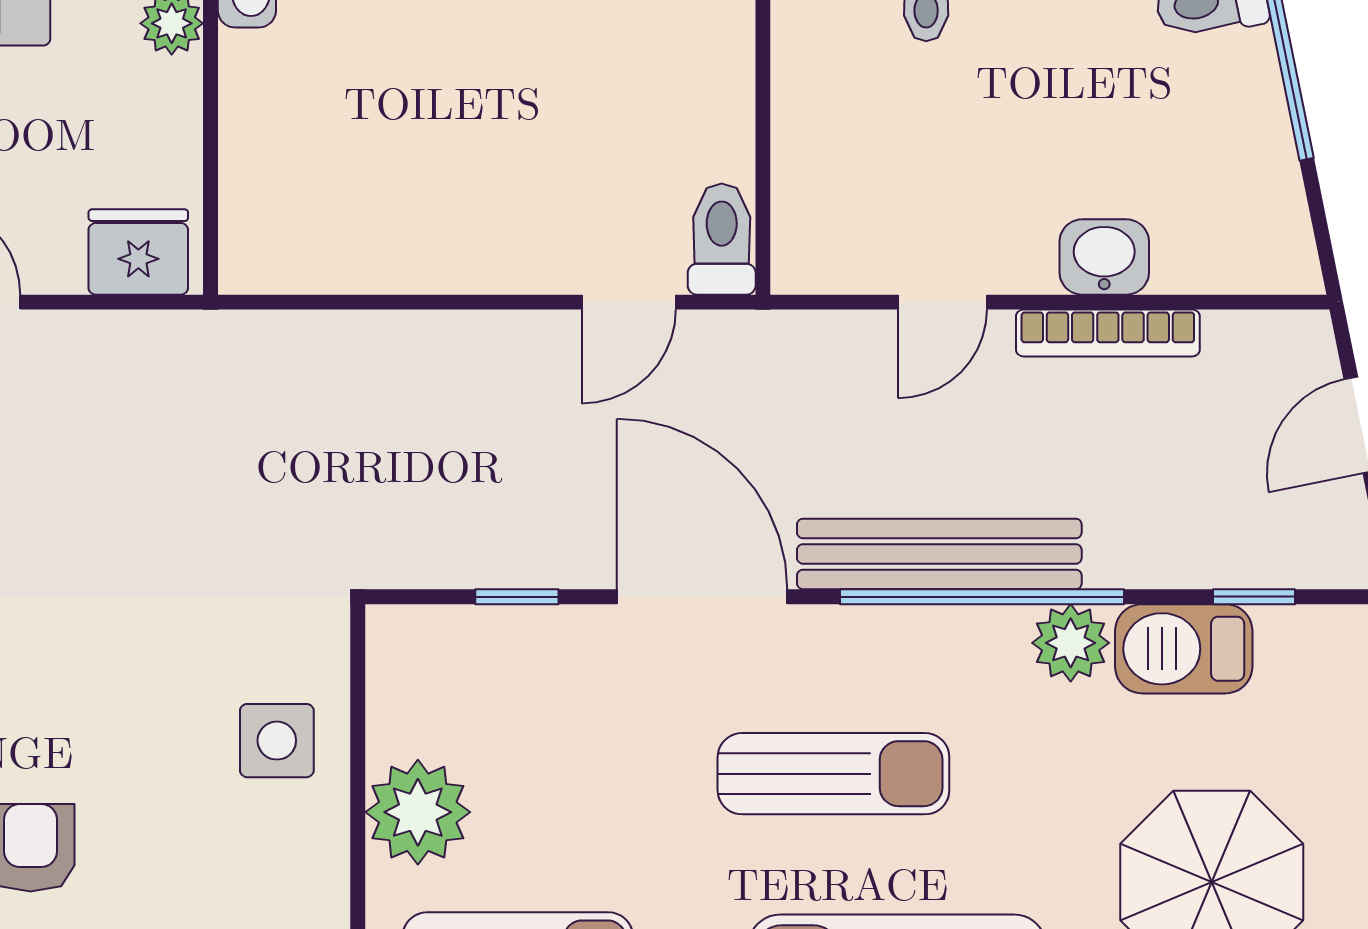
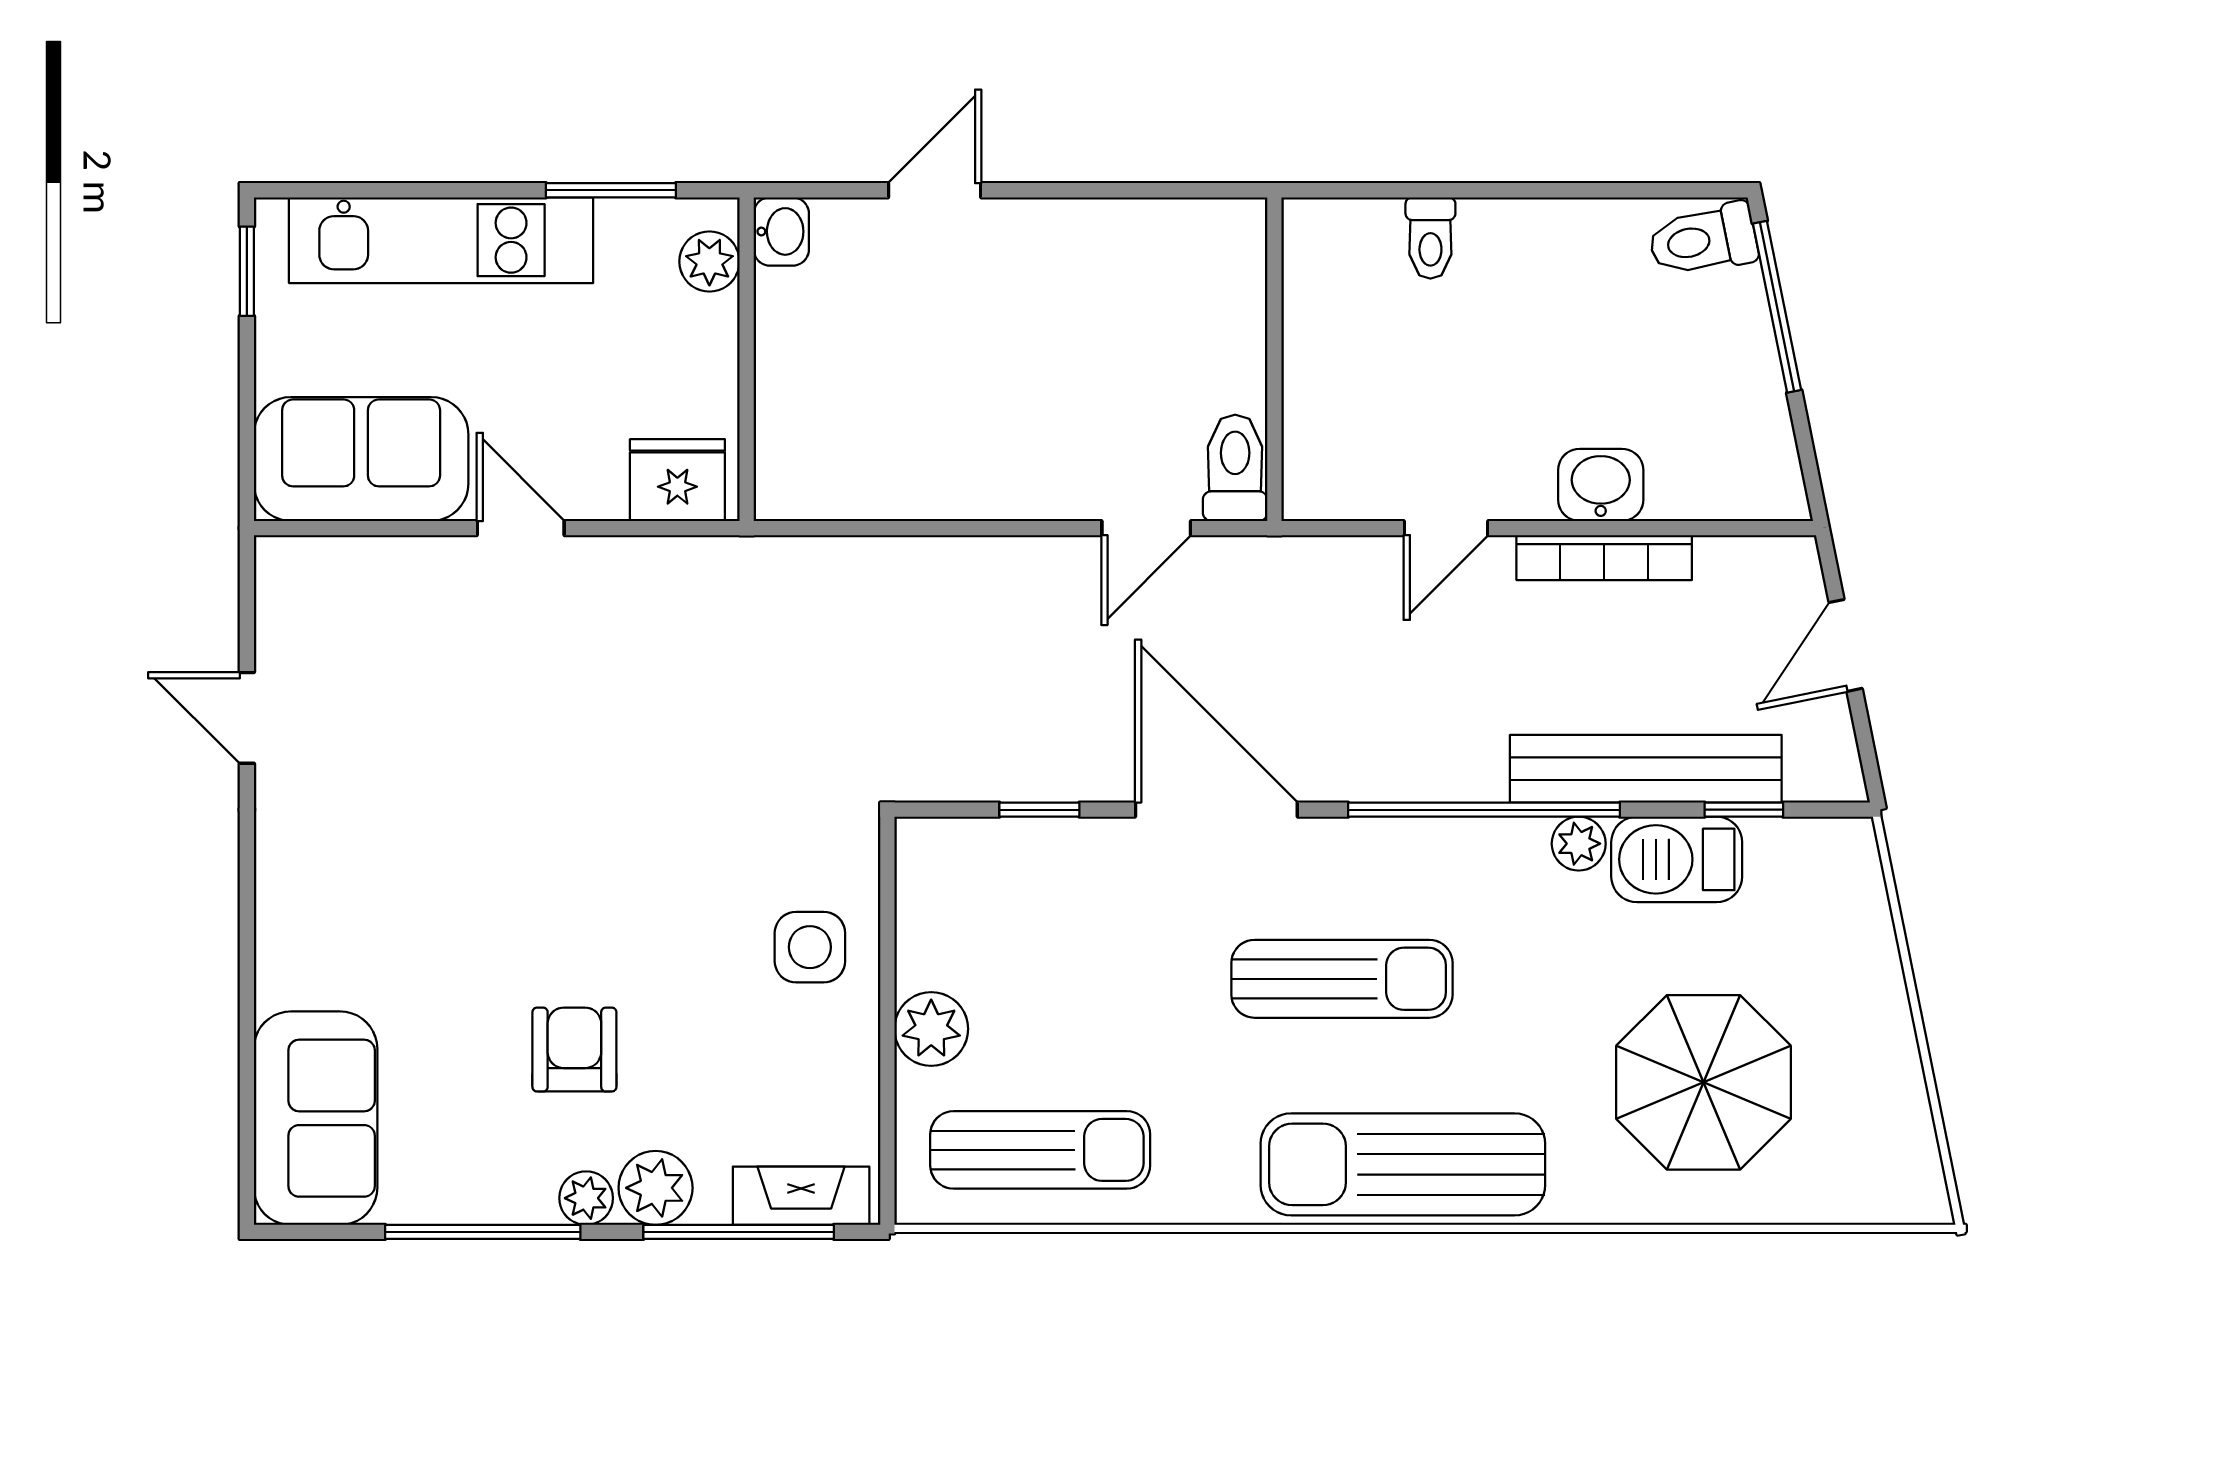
bench: (939, 554) -> (1646, 769), moved
plant: (1071, 643) -> (1579, 844), width x0.73, depth x0.73
plant: (418, 812) -> (931, 1029), width x0.73, depth x0.73

